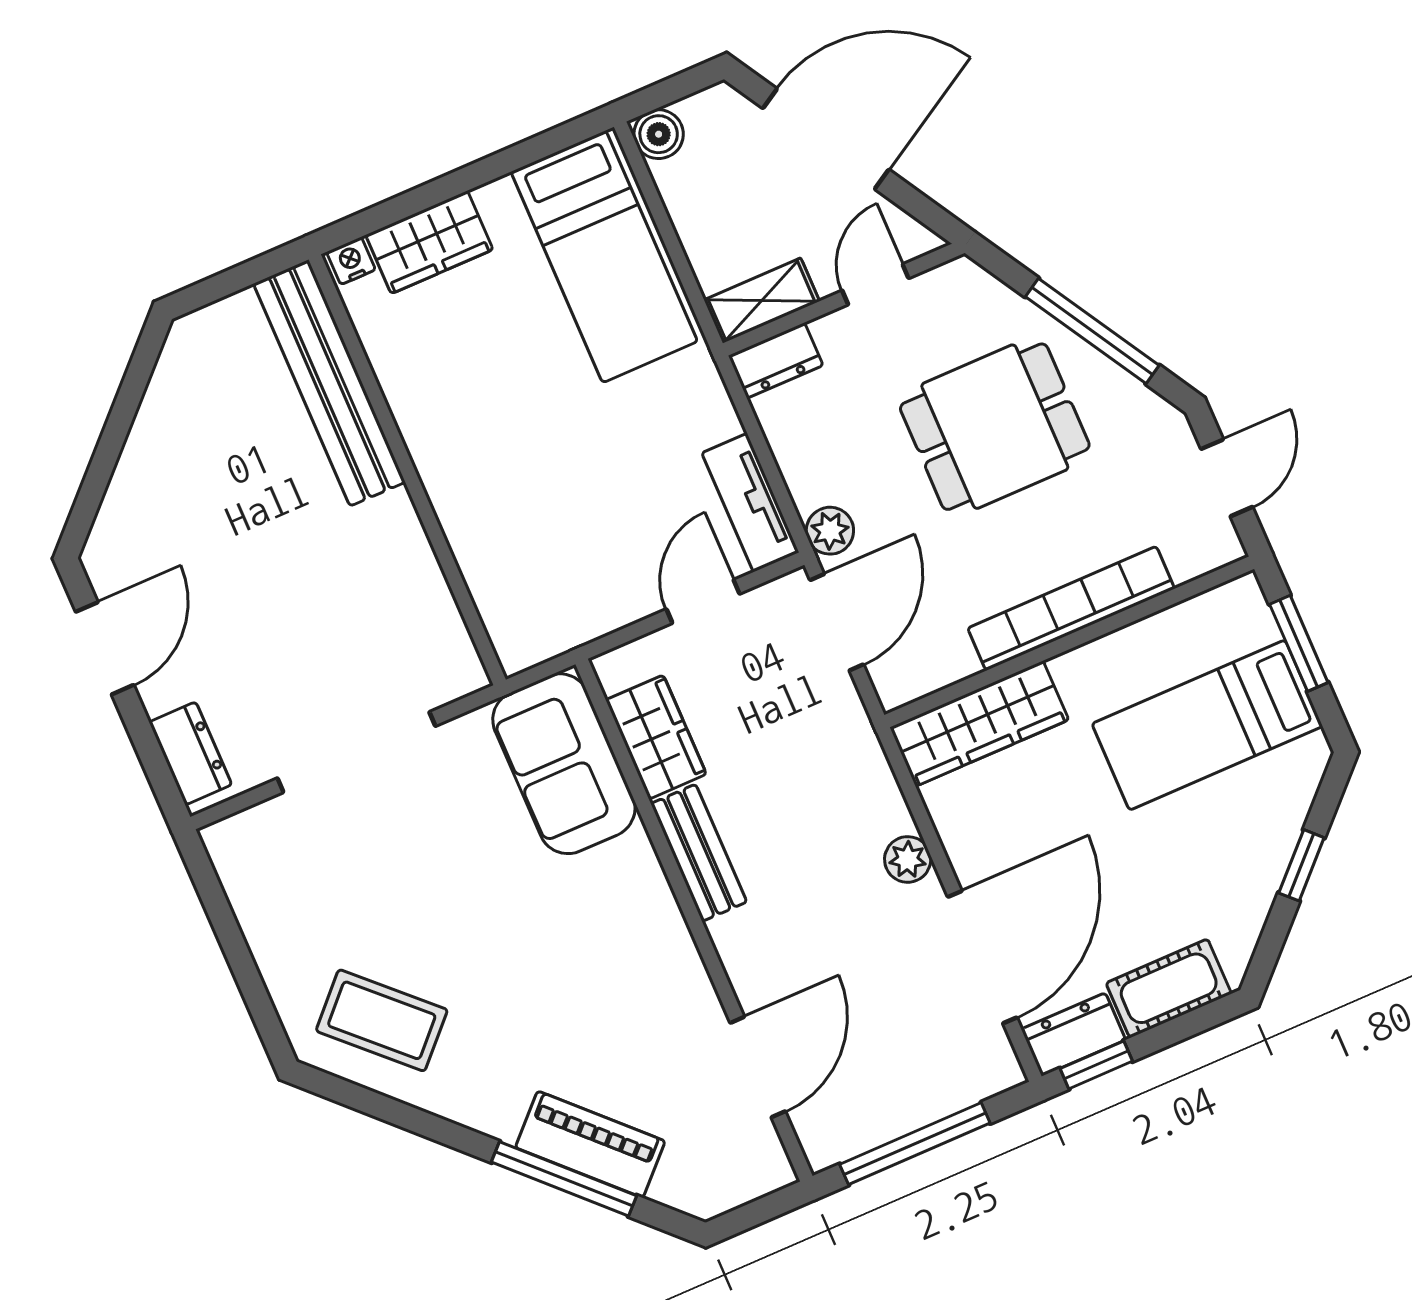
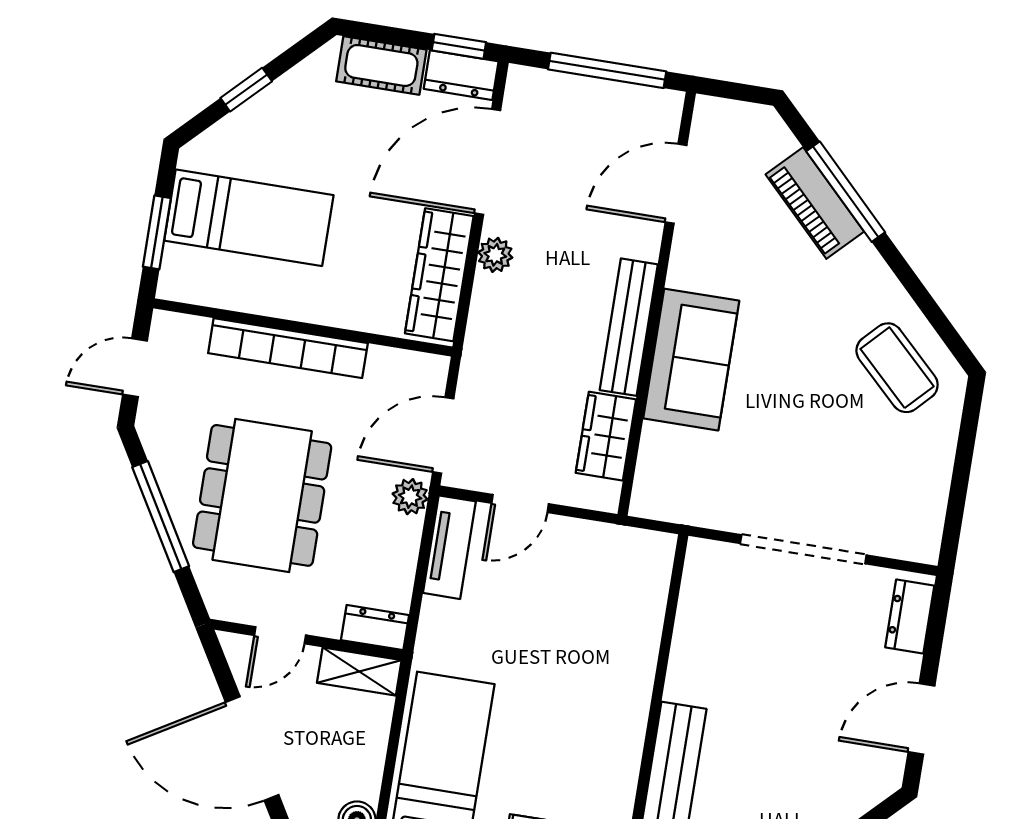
dining table: (995, 427) -> (262, 495), width x1.37
wardrobe: (979, 724) -> (439, 275), moved, turned -90
sofa: (564, 764) -> (691, 360), moved
bench: (699, 853) -> (629, 327), width x1.36

